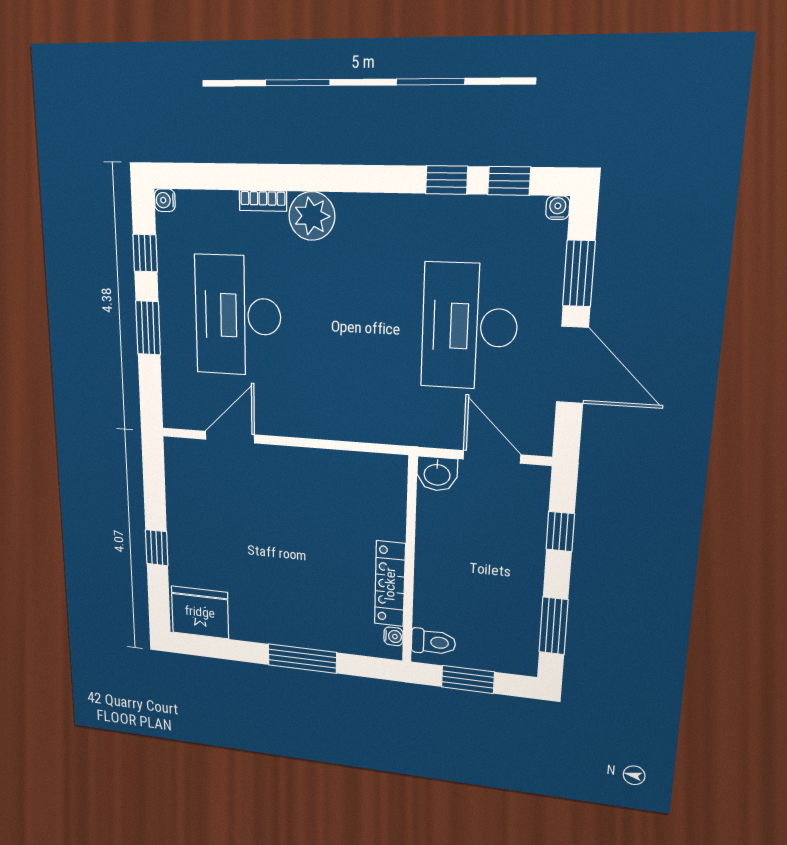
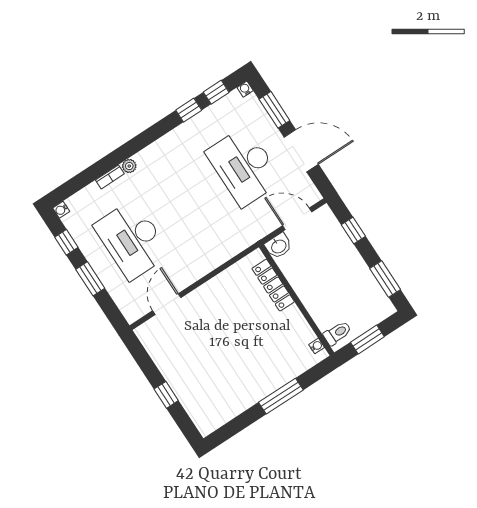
plant: (312, 216) -> (129, 166), width x0.53, depth x0.53
locker: (390, 584) -> (273, 285), moved
fridge: (200, 612) -> (212, 414), removed

